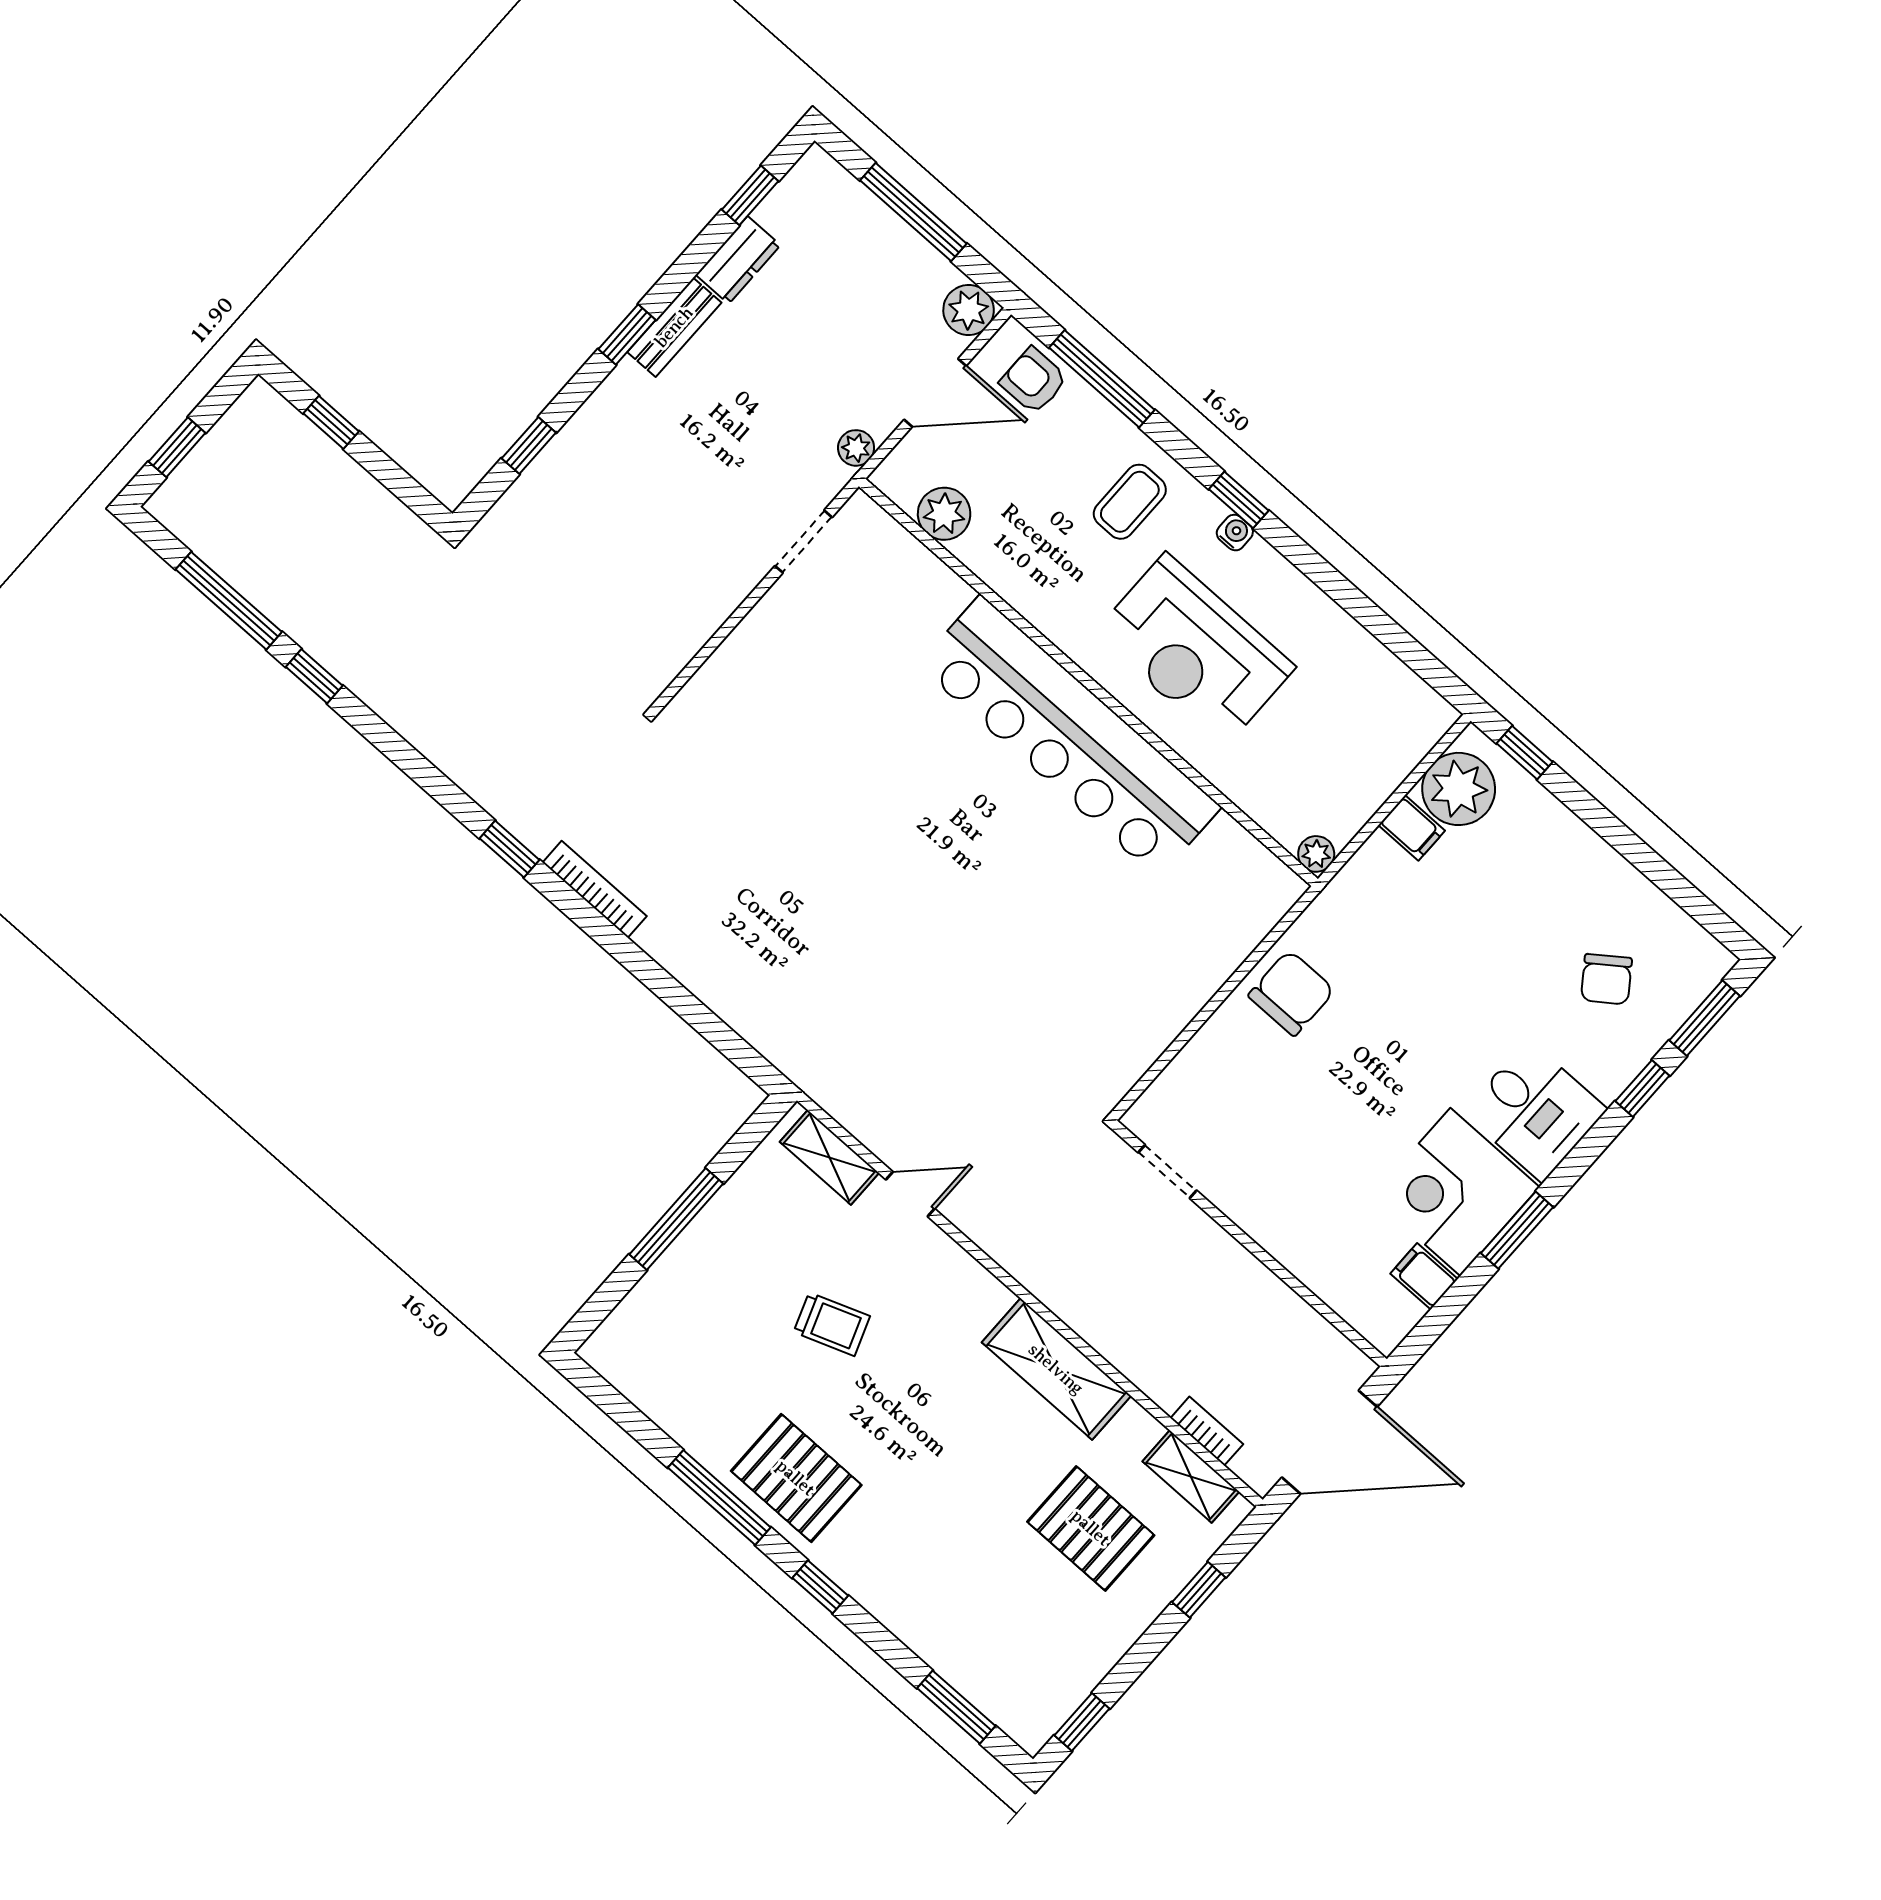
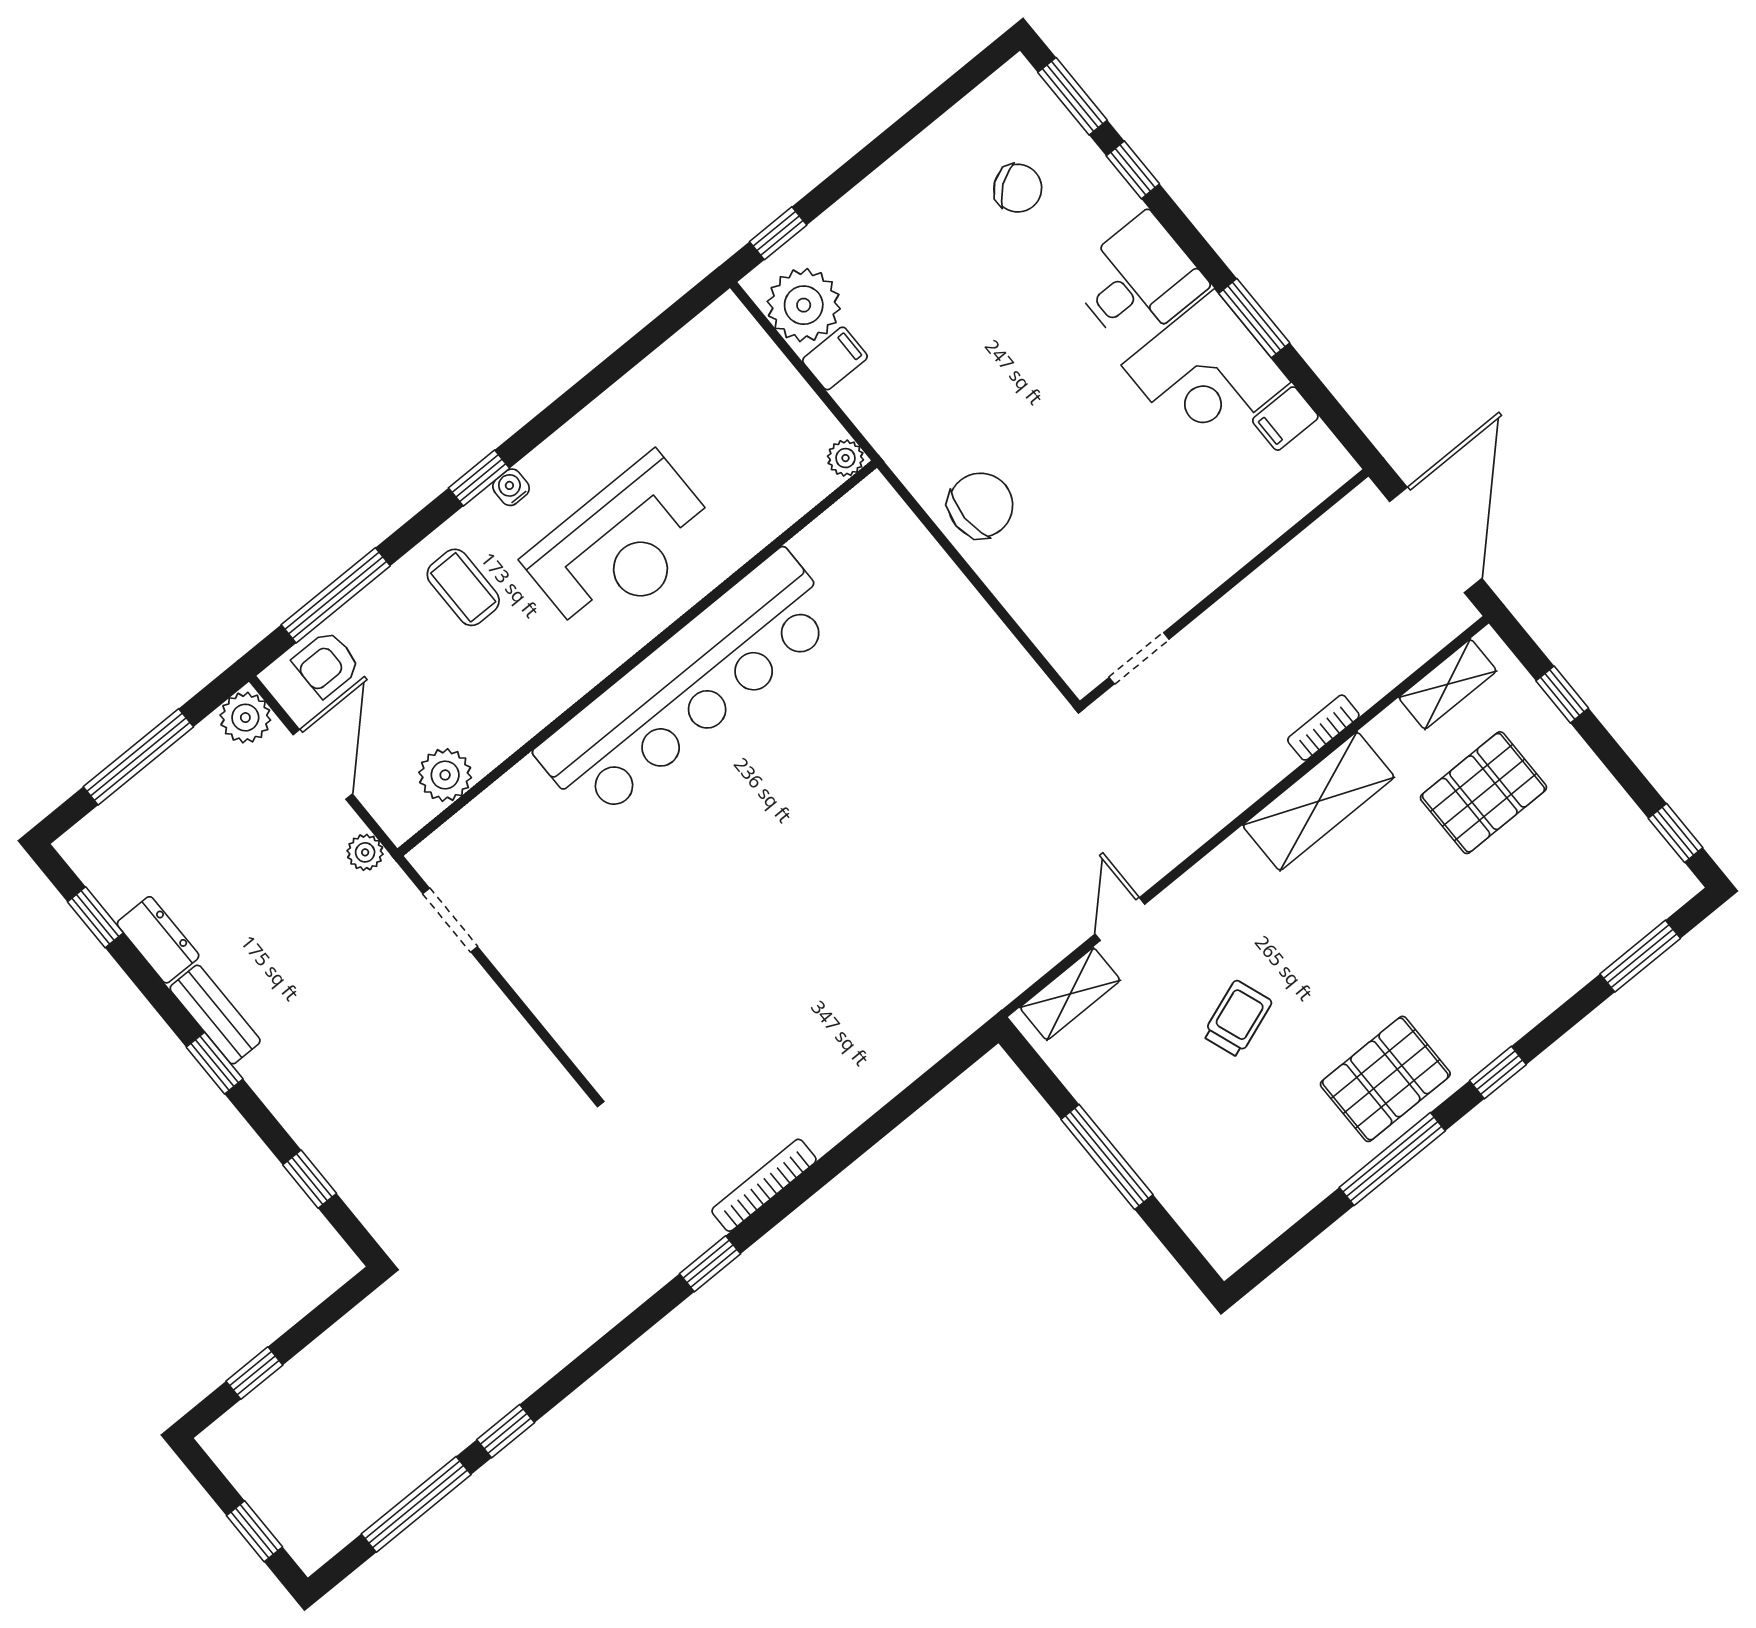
chair: (1291, 993) -> (981, 505), turned 90
bookcase: (1207, 1431) -> (1323, 728), moved

